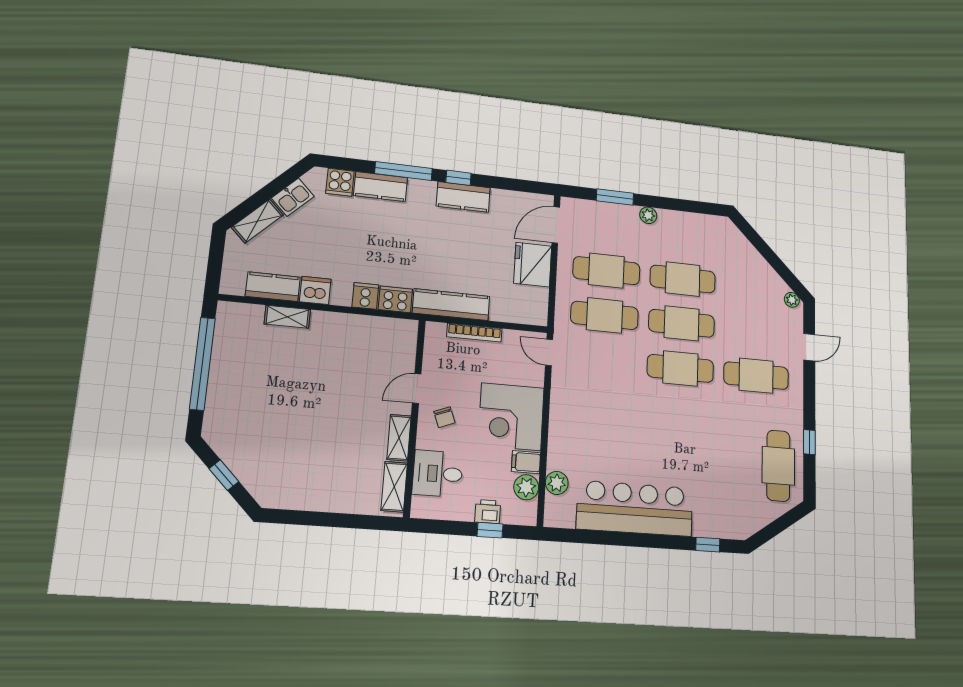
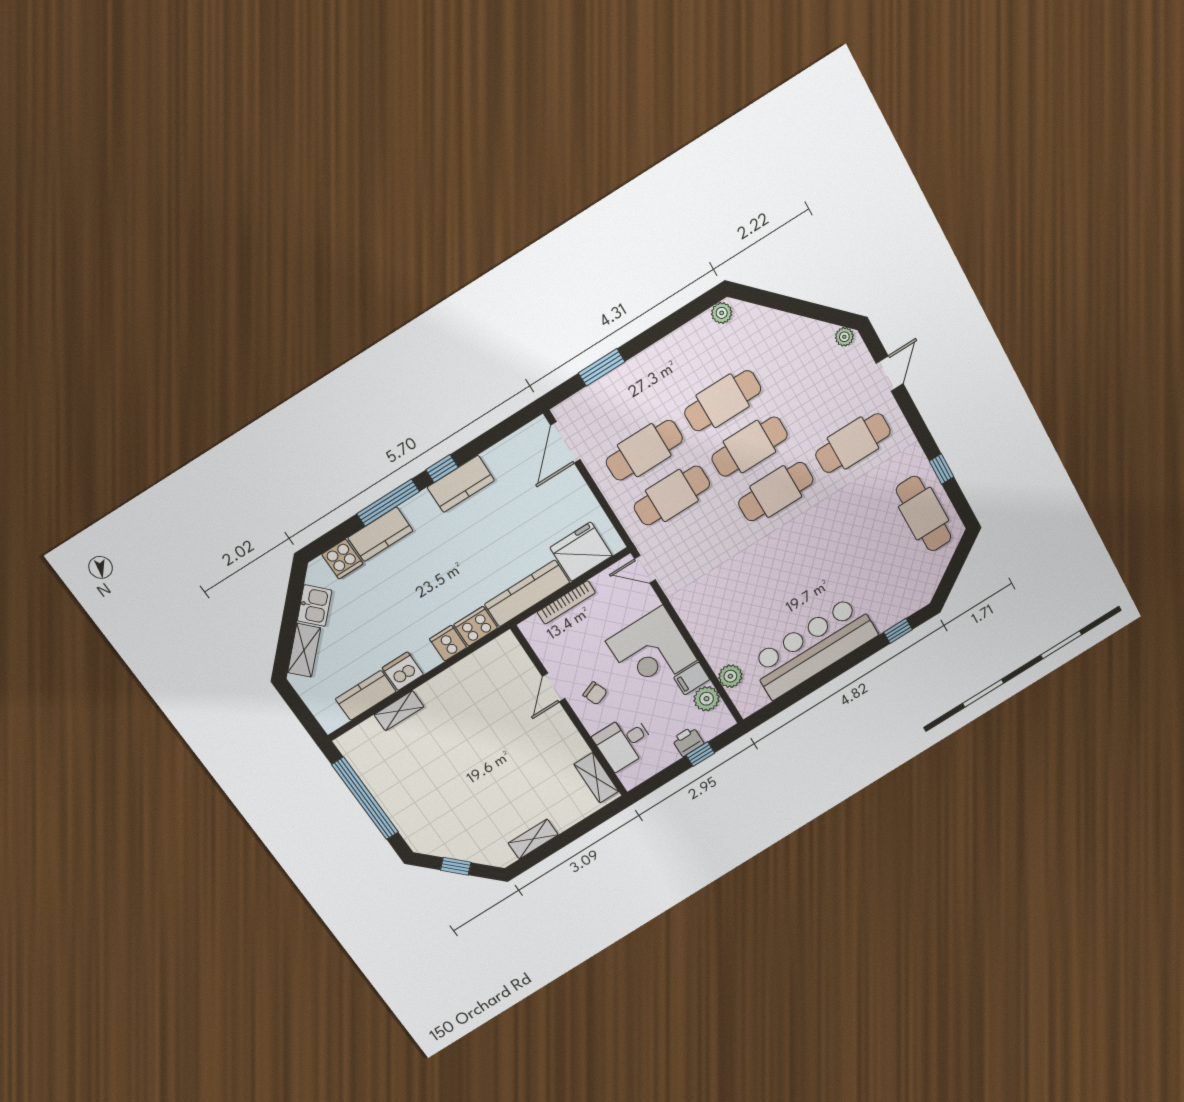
plant: (648, 215) -> (722, 313), moved
fridge: (533, 265) -> (581, 552), moved, turned 90
shelving: (399, 438) -> (533, 839), moved, turned 90

